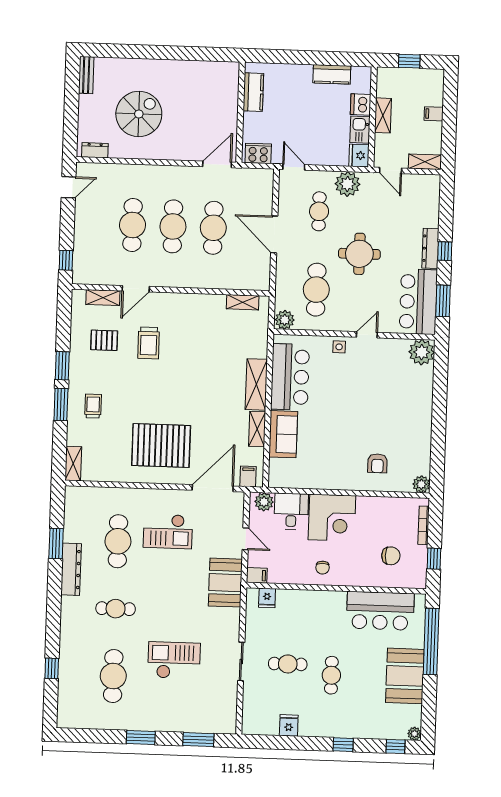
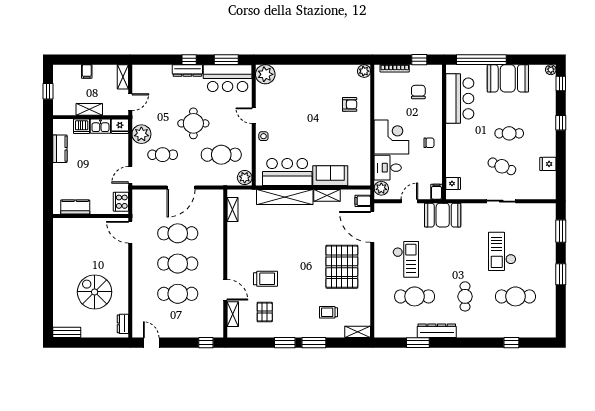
shelving: (256, 384) -> (285, 197), width x1.47
trolley: (93, 406) -> (328, 312), moved
cafe table: (288, 664) -> (502, 166), turned -68

